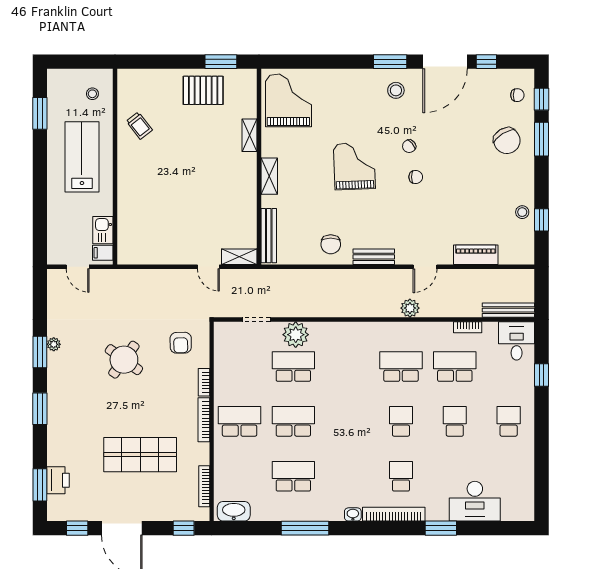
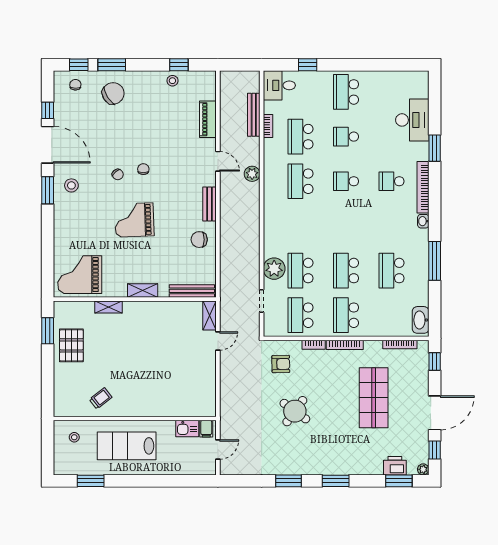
chair: (331, 244) -> (199, 240), turned 180
bench: (508, 310) -> (254, 115), moved
plant: (54, 344) -> (423, 469), moved
school desk: (240, 367) -> (301, 315), added
school desk: (509, 421) -> (346, 92), width x1.85

